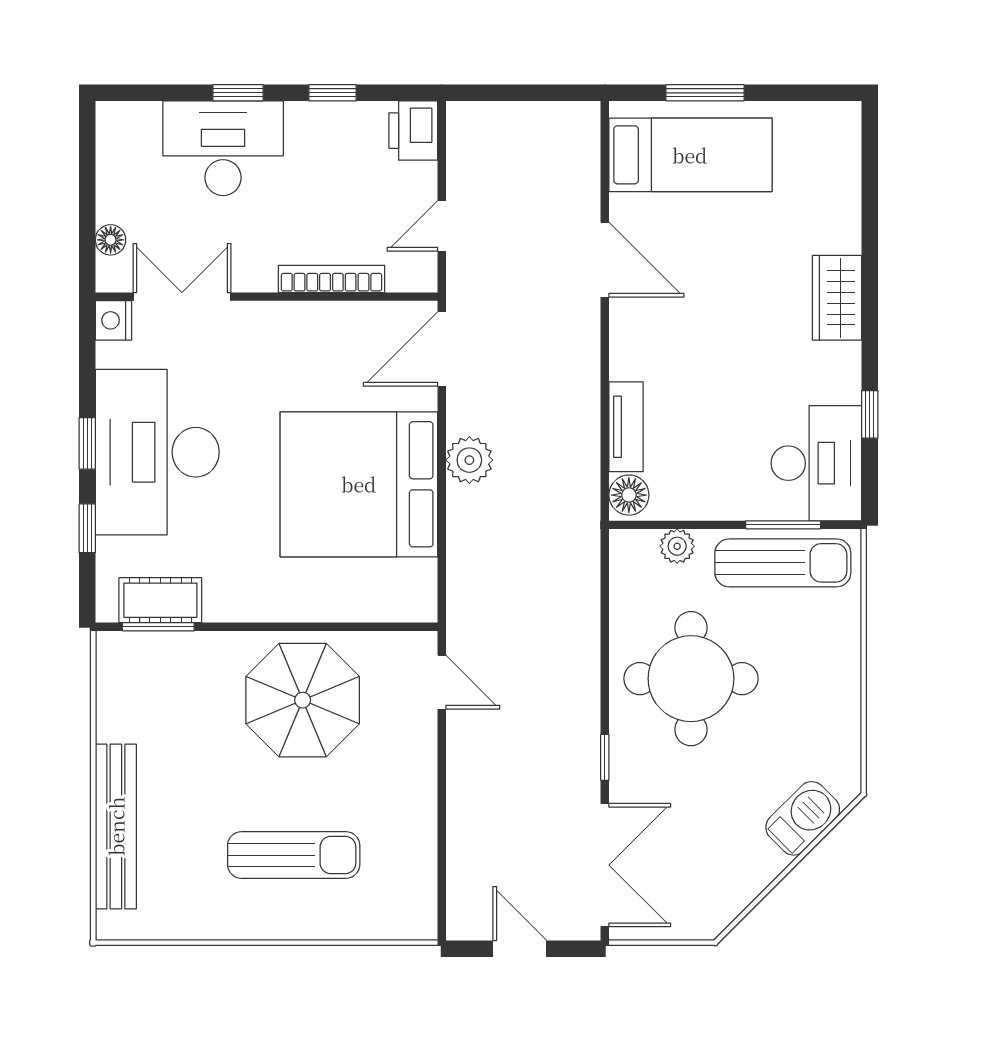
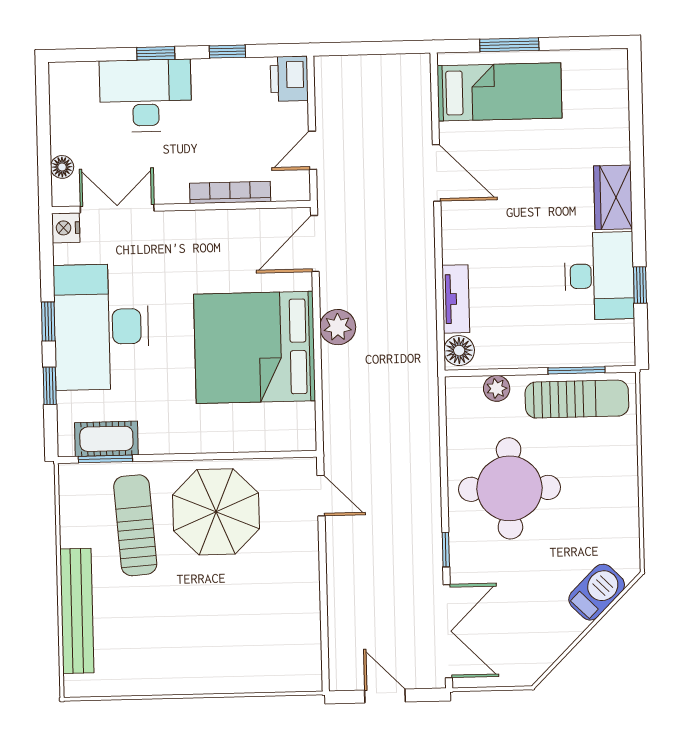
desk: (816, 463) -> (599, 276), moved
sun lounger: (294, 855) -> (135, 525), moved, turned -94

